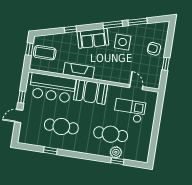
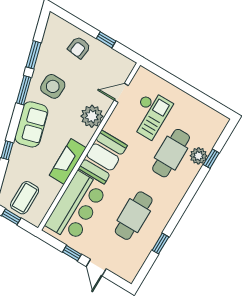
plant: (114, 75) -> (92, 116), added
checkout: (130, 111) -> (150, 114), turned 180

